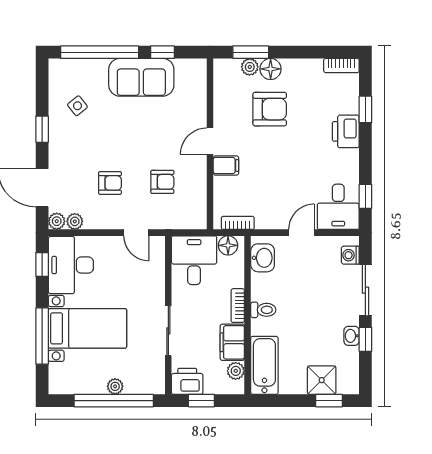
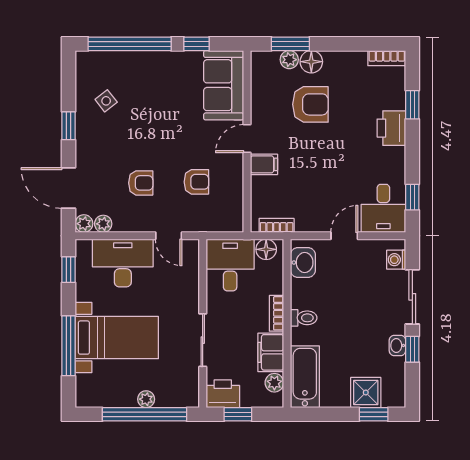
sofa: (141, 77) -> (224, 85), moved, turned 90
desk: (71, 265) -> (123, 263), moved, turned 90

